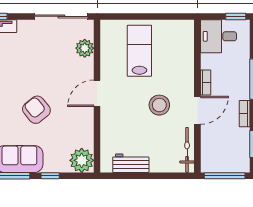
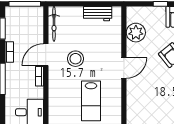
plant: (85, 48) -> (133, 103), removed
plant: (82, 160) -> (136, 33), moved

